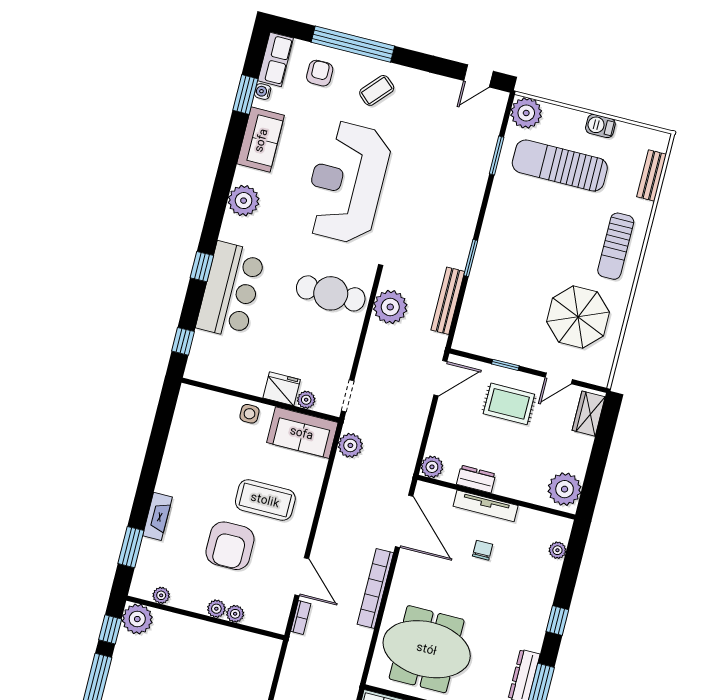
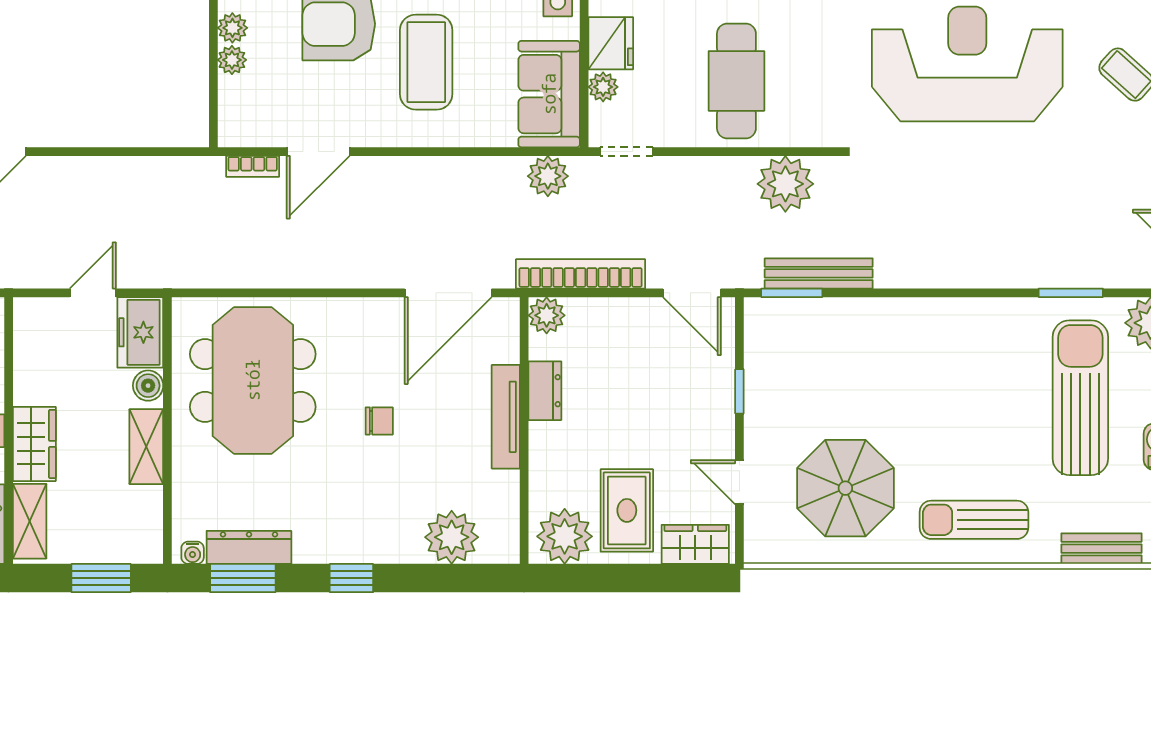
window: (471, 258) -> (792, 293), moved
cafe table: (331, 293) -> (736, 81), moved
rug: (509, 404) -> (627, 510), moved
chair: (483, 550) -> (379, 421), moved
plant: (557, 550) -> (452, 537), width x1.88, depth x1.88
bookcase: (375, 588) -> (581, 274), moved

